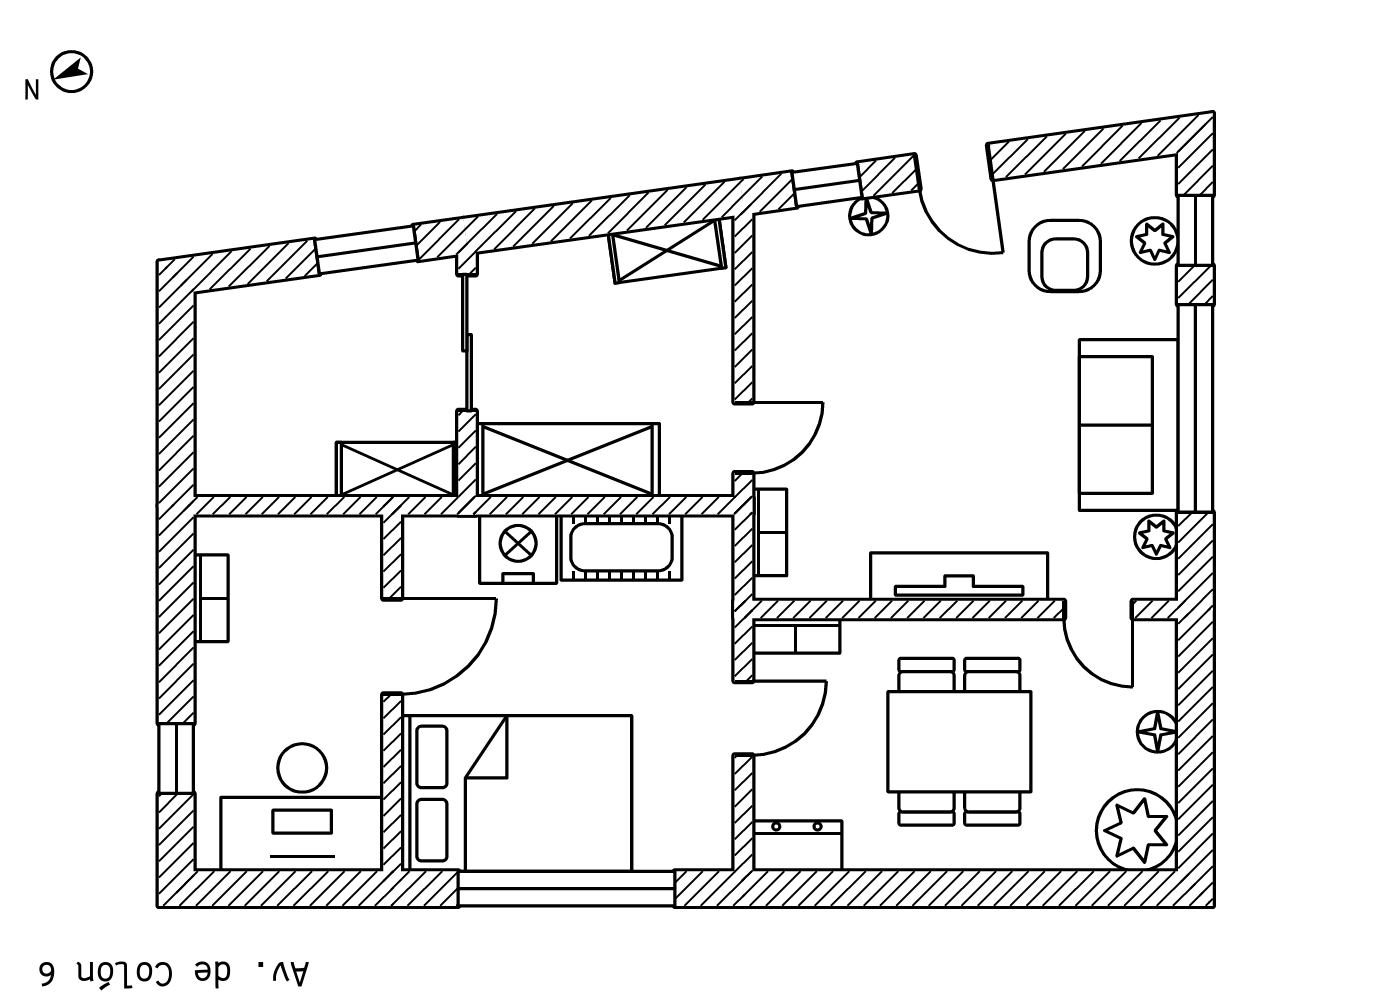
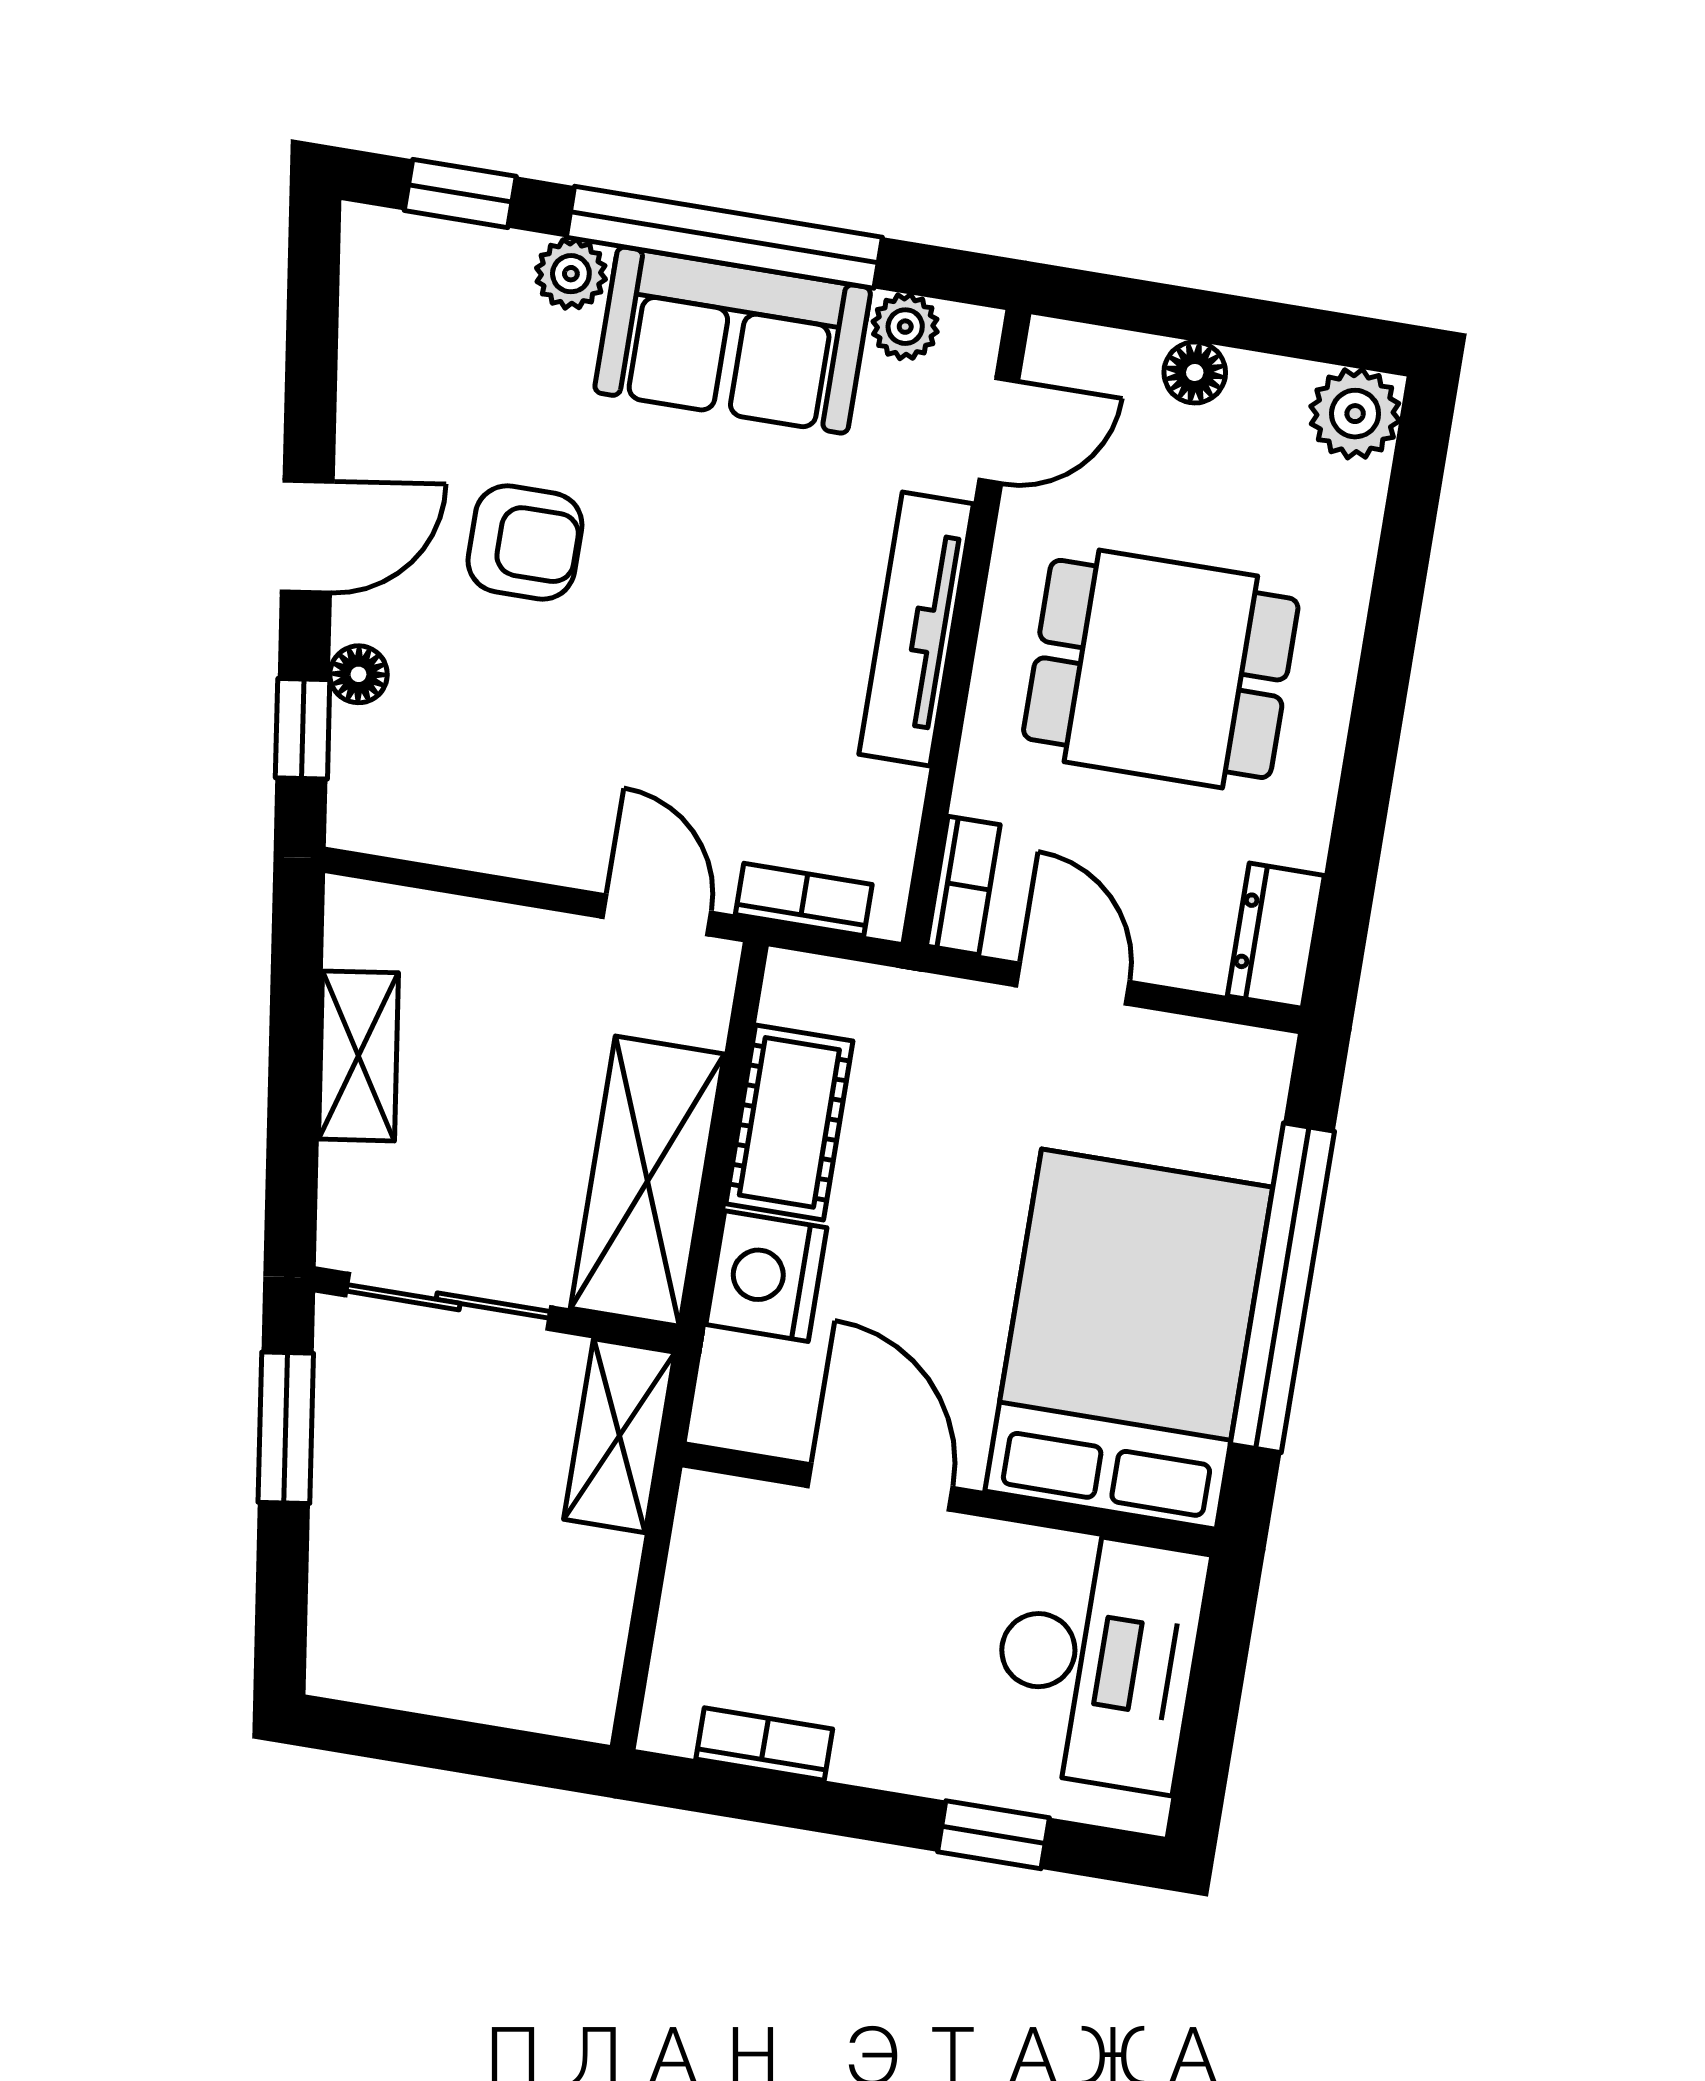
plant: (1155, 241) -> (571, 274), moved
shelving: (667, 250) -> (359, 1056), moved
armchair: (1065, 256) -> (525, 542), moved
plant: (1137, 831) -> (1355, 414), width x0.73, depth x0.73

